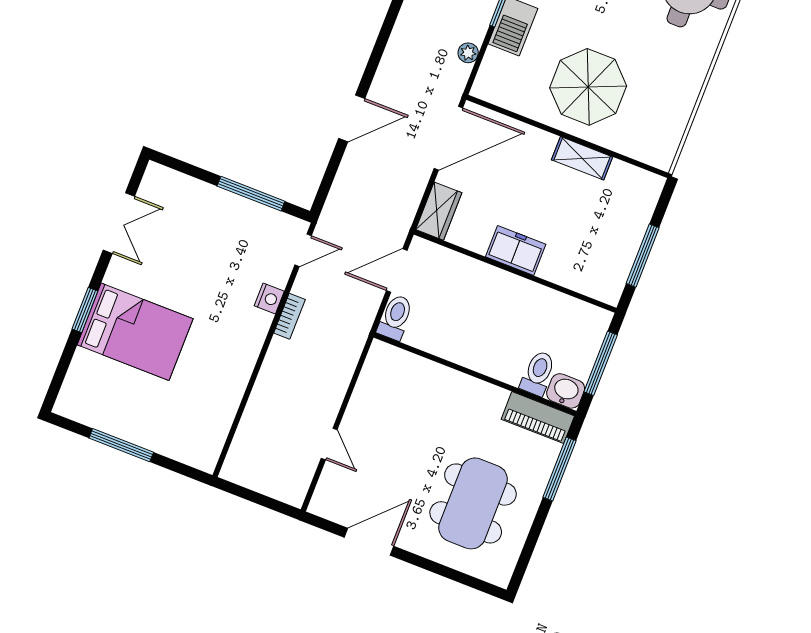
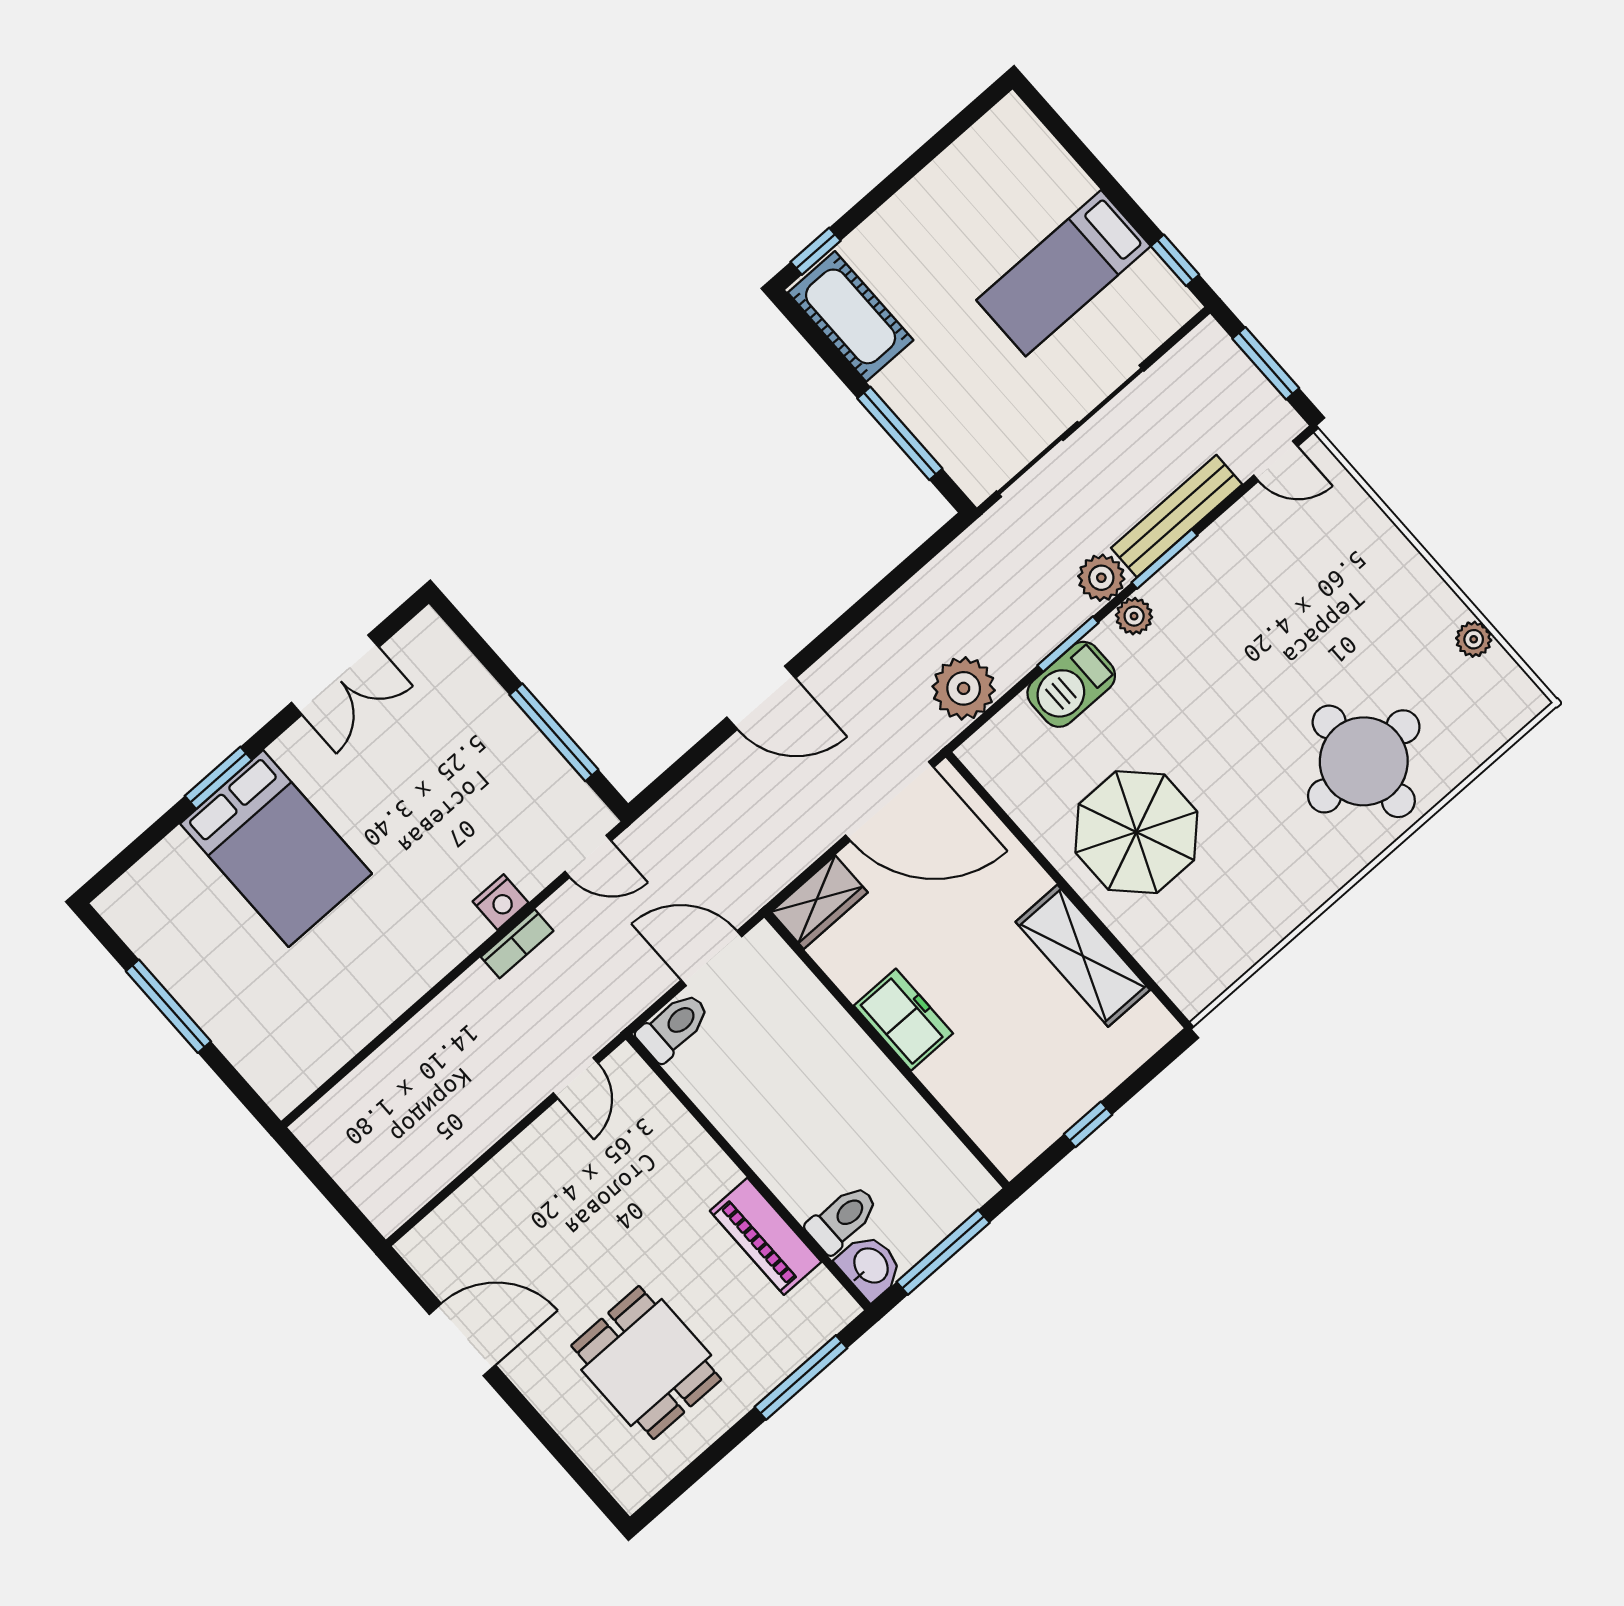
plant: (468, 53) -> (964, 688), width x1.88, depth x1.88
shelving: (582, 158) -> (1083, 956), width x1.50, depth x1.33
window: (643, 256) -> (1088, 1124), width x0.46
piano: (538, 418) -> (766, 1236), moved
door: (329, 444) -> (576, 1078), moved
dining table: (473, 503) -> (646, 1363), width x0.73

